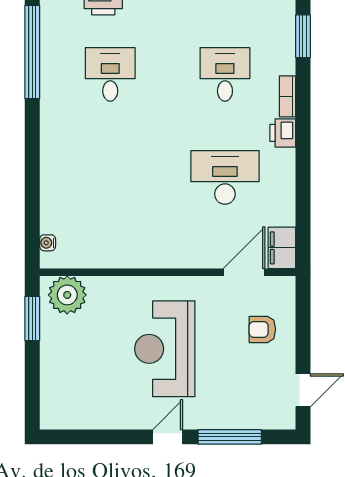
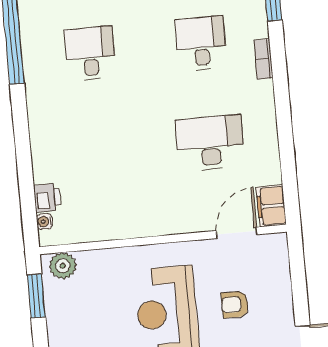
printer: (283, 133) -> (47, 198), moved, turned 180
plant: (67, 295) -> (63, 266), width x0.73, depth x0.73
armchair: (262, 329) -> (235, 304), moved

